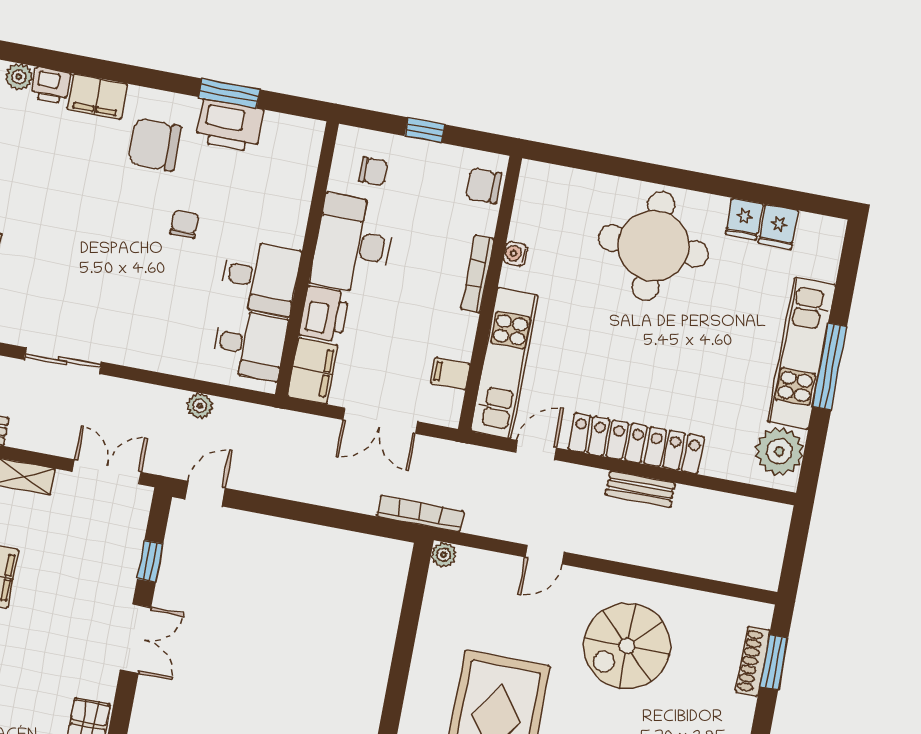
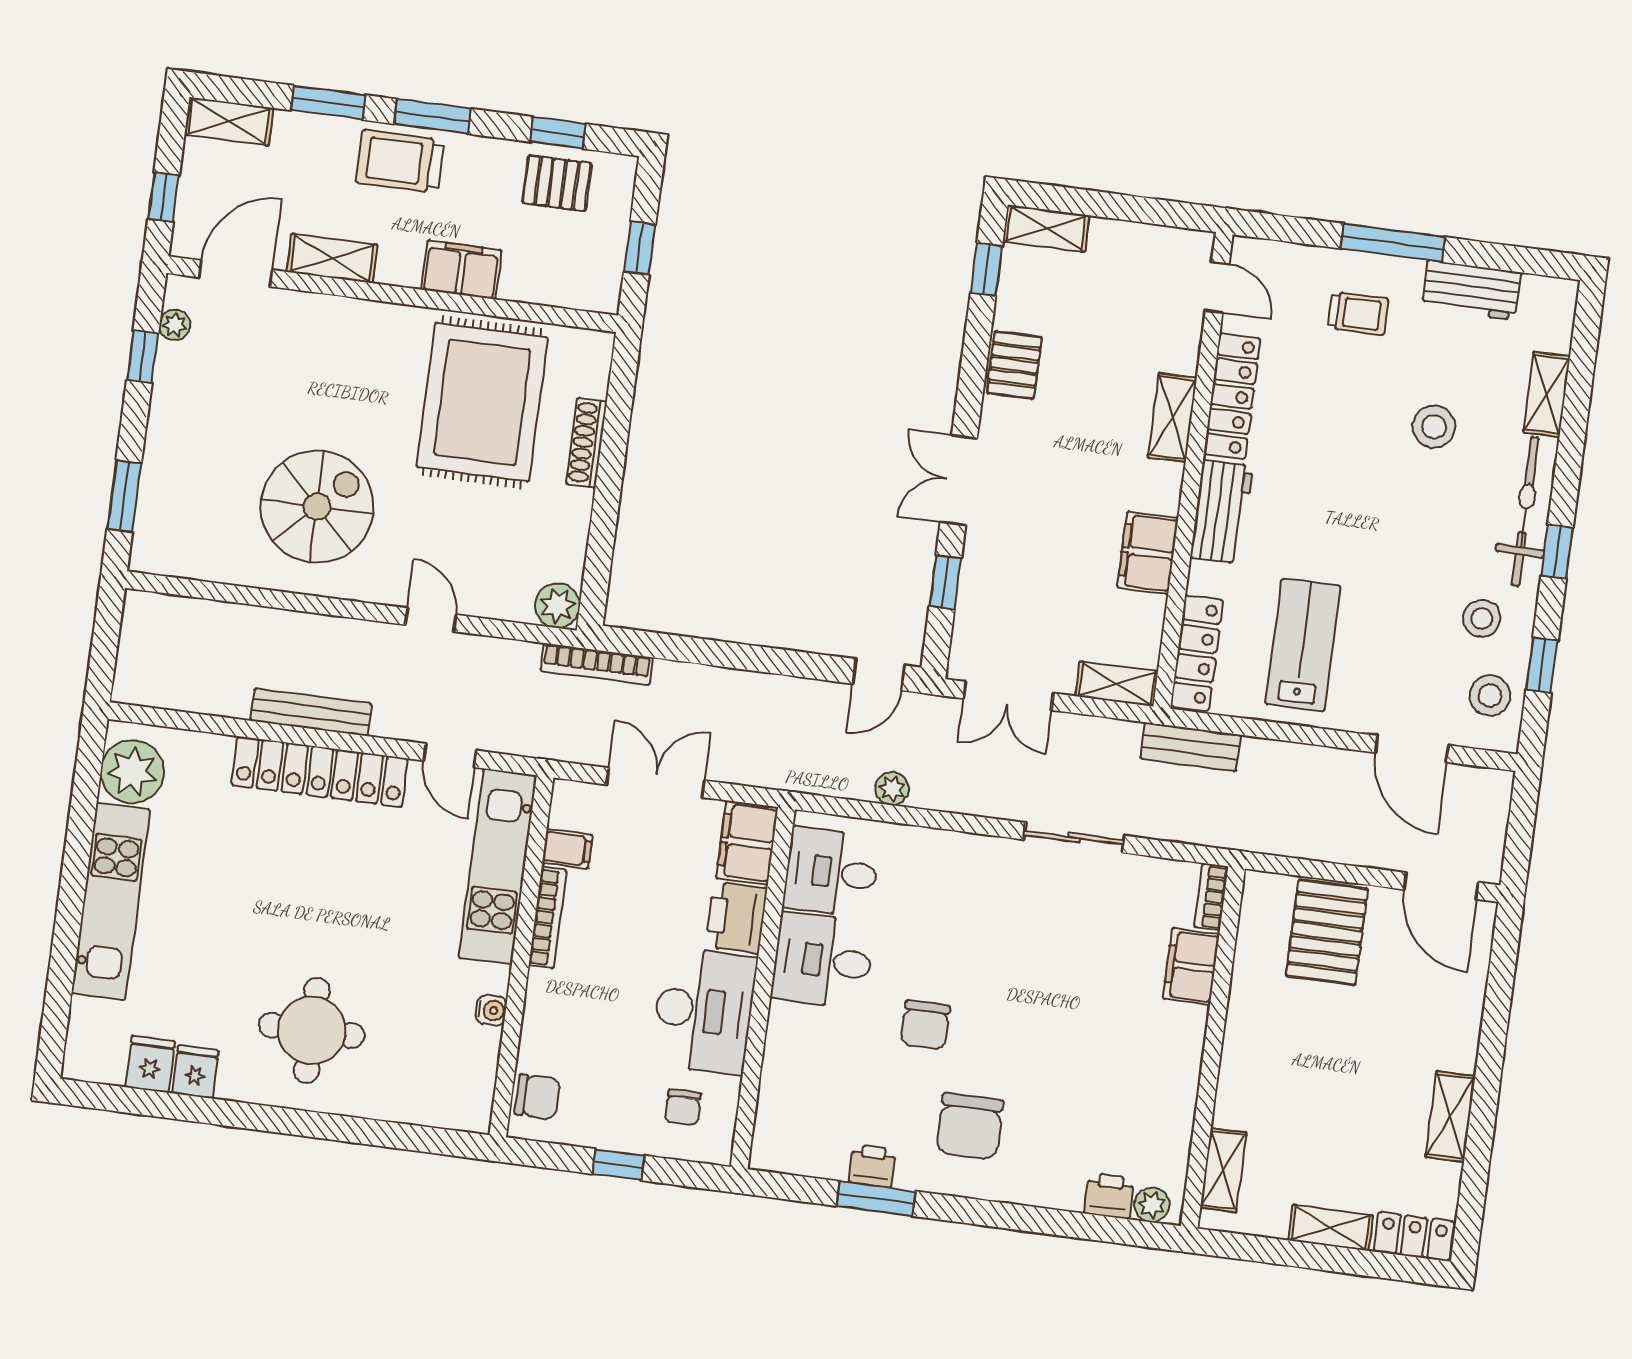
filing cabinet: (97, 96) -> (1048, 1185), removed
printer: (230, 126) -> (872, 1166), width x0.53, depth x0.68
chair: (155, 145) -> (970, 1126), turned 90
chair: (373, 171) -> (683, 1107), turned -90
chair: (184, 224) -> (925, 1025), width x1.37, depth x1.37
round table: (653, 246) -> (312, 1030), width x0.73, depth x0.73
bookcase: (477, 274) -> (548, 918), moved
window: (830, 367) -> (73, 886), removed
door: (536, 450) -> (450, 755), hinge flipped
bench: (640, 489) -> (311, 712), width x1.36
plant: (444, 555) -> (558, 606), width x1.38, depth x1.38
door: (545, 555) -> (431, 620), hinge flipped
shoe rack: (753, 661) -> (587, 443), moved, turned 180

